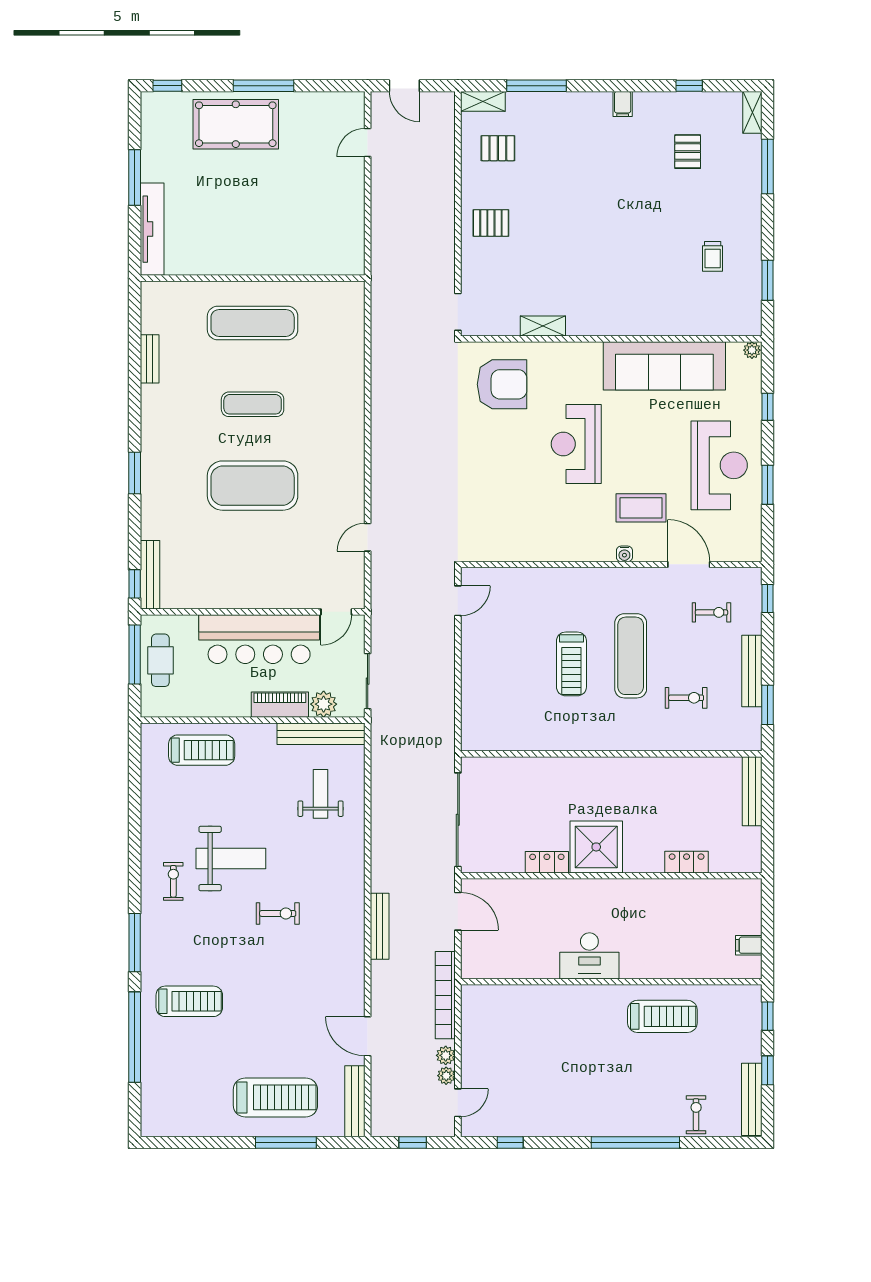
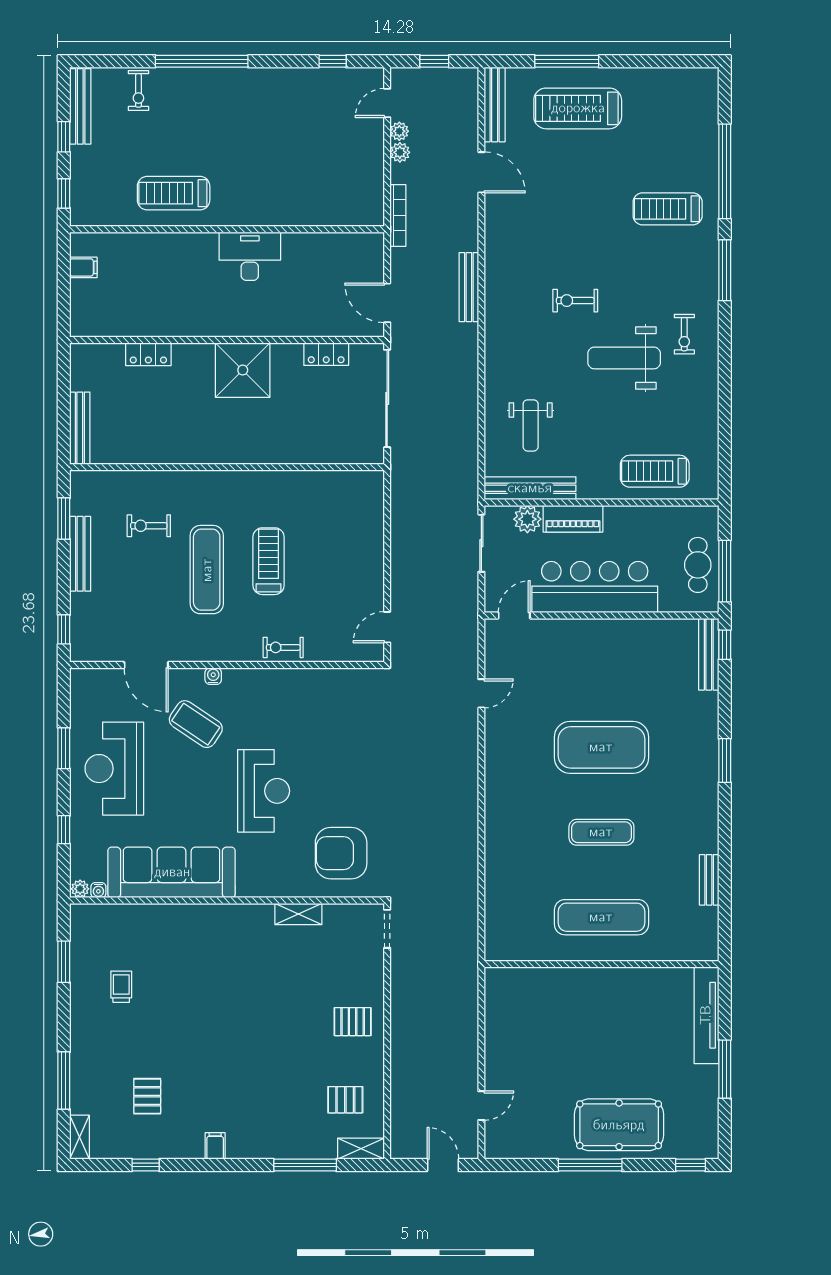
water cooler: (734, 349) -> (98, 890), added
coffee table: (641, 508) -> (196, 724), turned 34
exercise bike: (711, 612) -> (283, 647), moved
locker: (547, 862) -> (326, 354), moved
bookcase: (445, 995) -> (398, 215), width x0.68, depth x0.76

